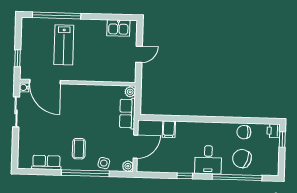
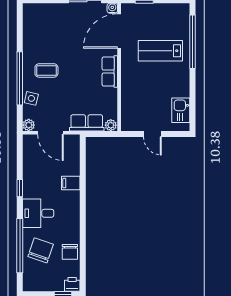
filing cabinet: (169, 129) -> (71, 183), moved
chair: (244, 132) -> (70, 252), turned 180
row of seats: (46, 162) -> (110, 72), moved, turned 180

